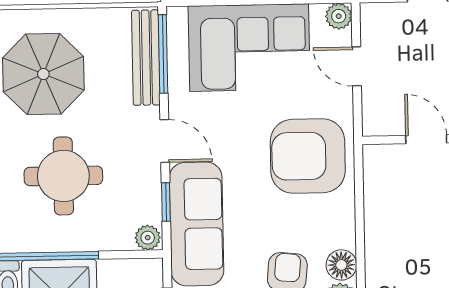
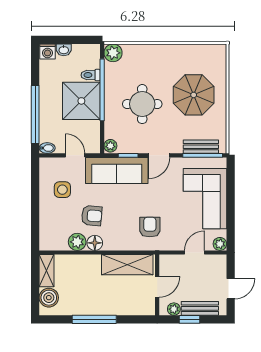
bench: (146, 58) -> (201, 147), width x0.73
armchair: (308, 156) -> (150, 227), width x0.53, depth x0.53
shelving: (384, 200) -> (127, 265), added

